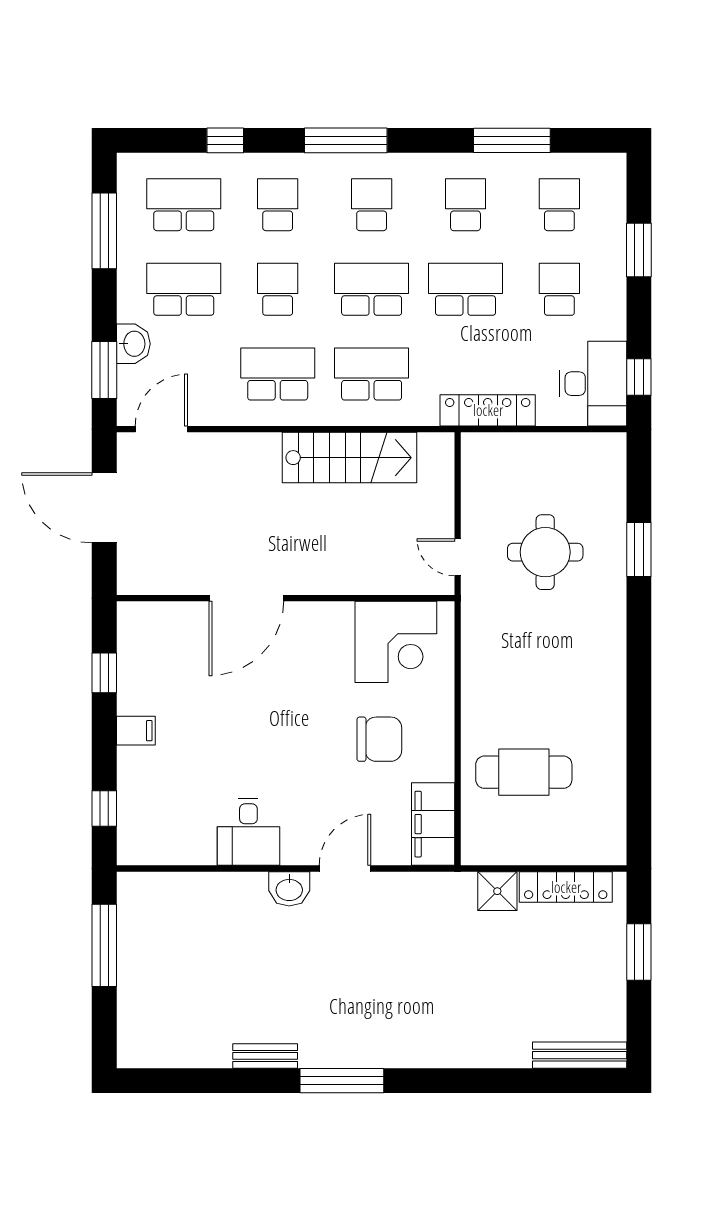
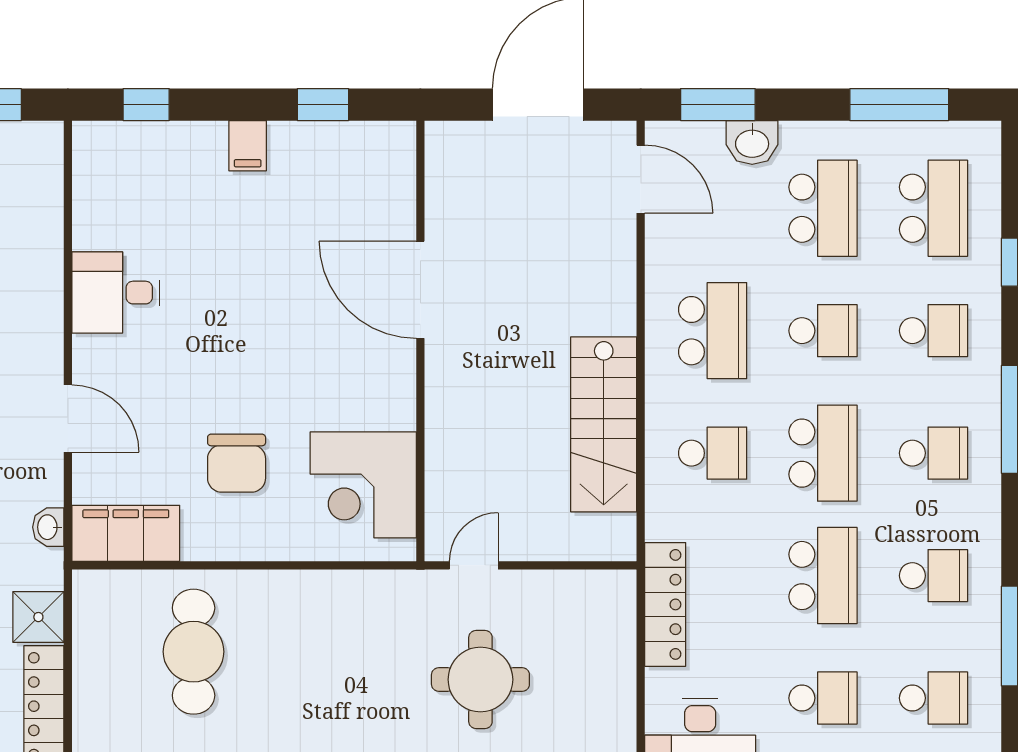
school desk: (372, 374) -> (713, 453), width x0.54
washbasin: (289, 889) -> (48, 527), moved, width x0.72, depth x0.69

